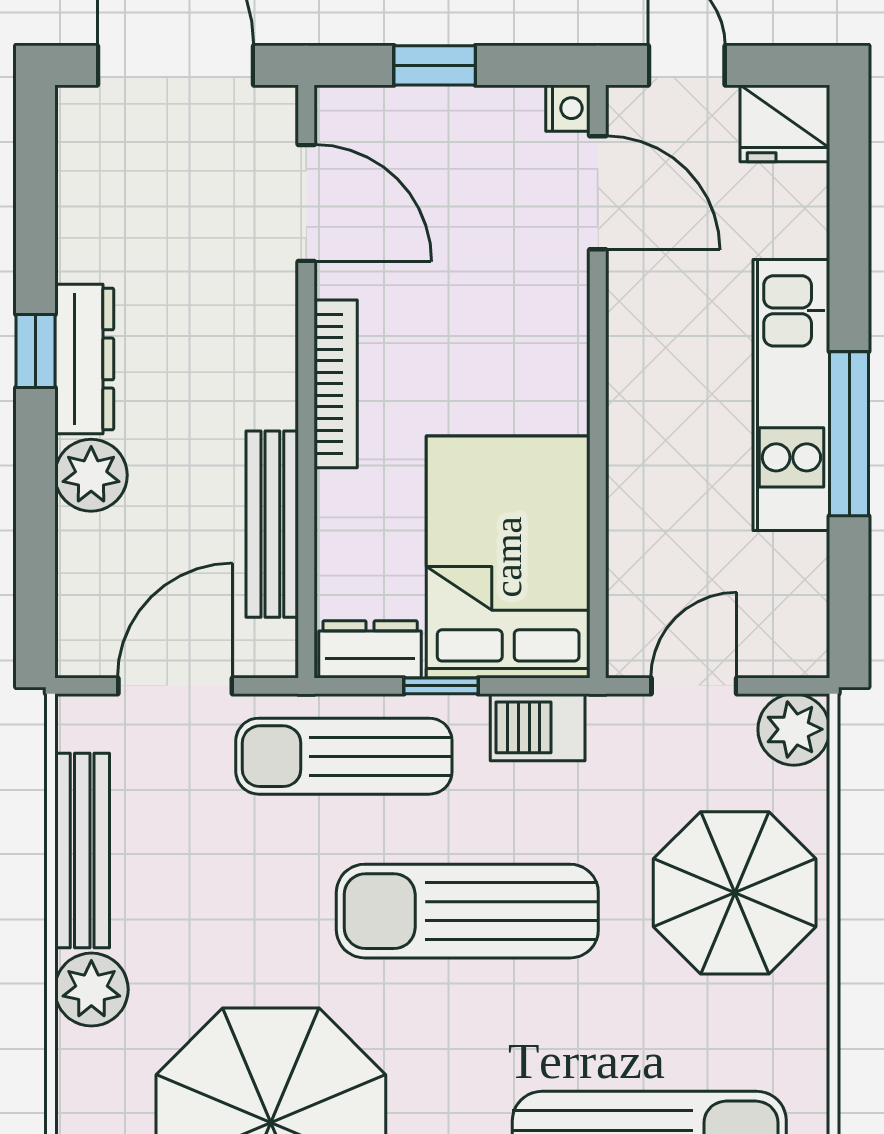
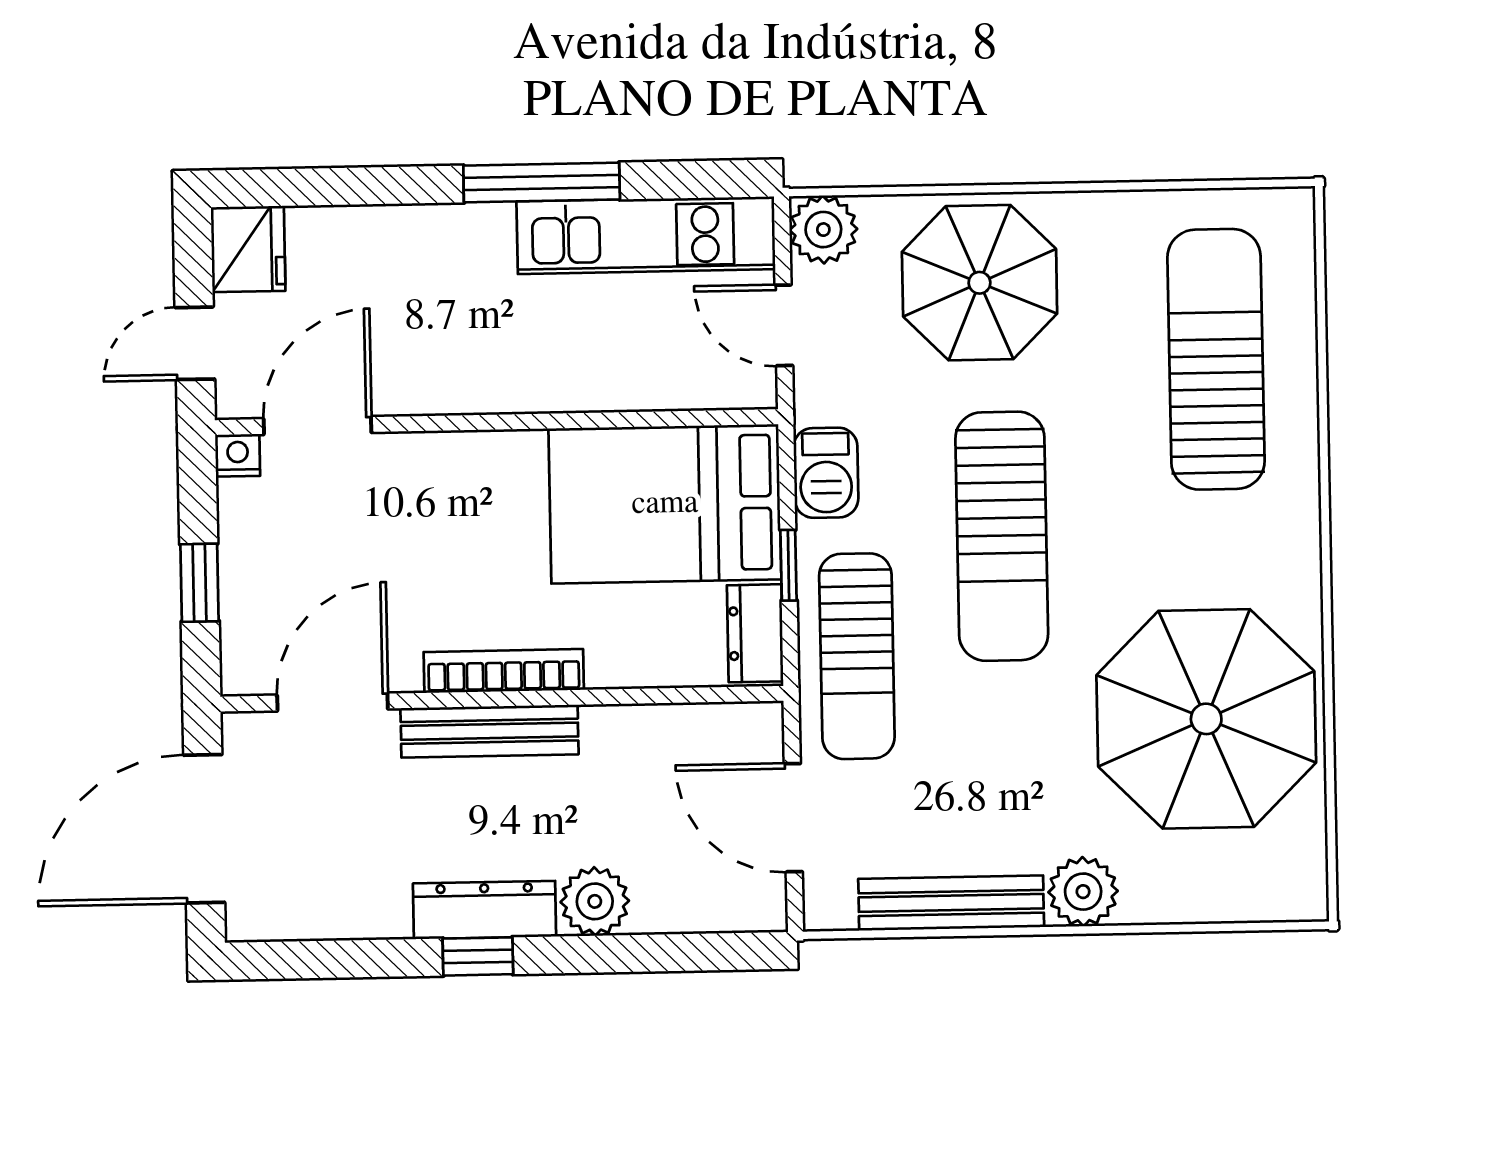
kitchen unit: (791, 395) -> (646, 235), moved
bench: (272, 524) -> (490, 731), moved

